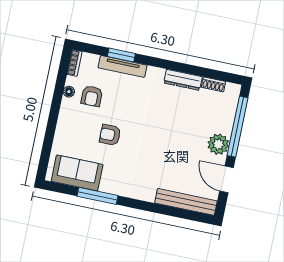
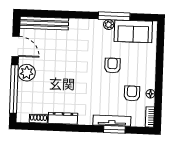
armchair: (110, 135) -> (112, 66), turned -90
plant: (106, 187) -> (109, 25), added

